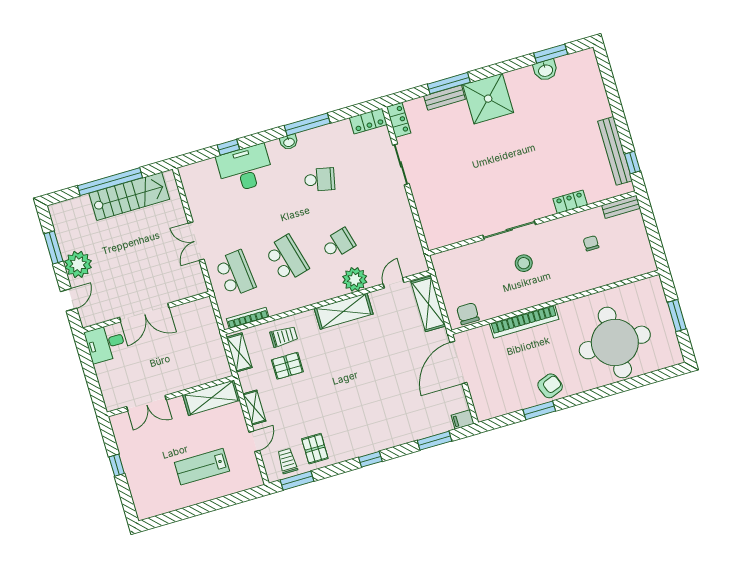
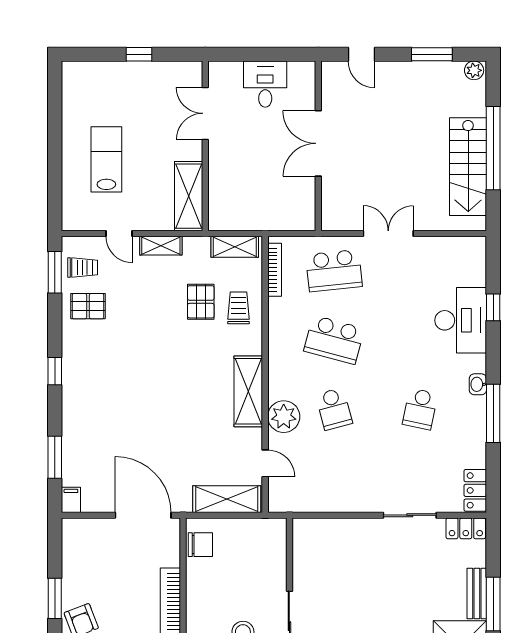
school desk: (287, 259) -> (334, 340), turned 30
plant: (78, 264) -> (474, 70), moved, width x0.53, depth x0.53
trolley: (284, 336) -> (238, 308), turned 180
desk: (105, 343) -> (265, 84), moved

